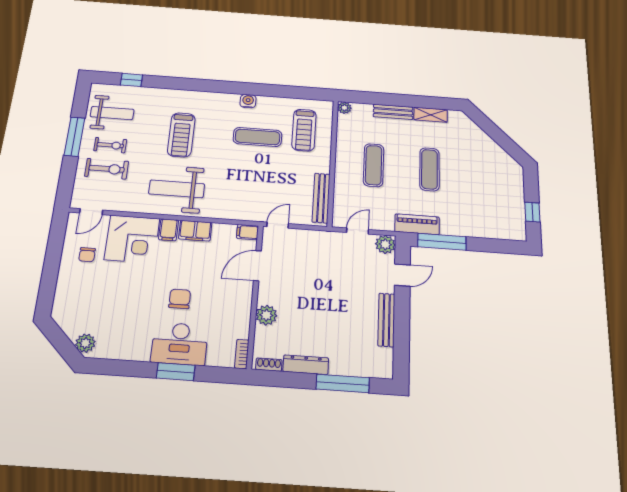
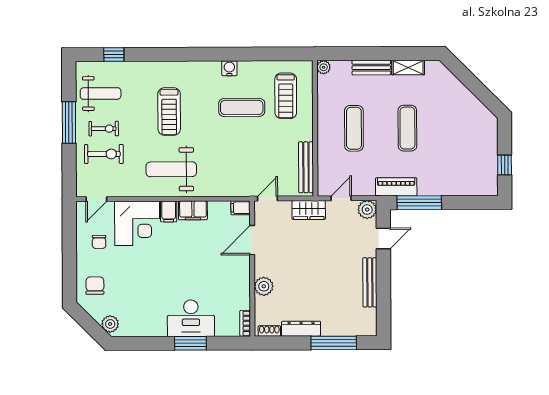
wardrobe: (322, 240) -> (309, 210), added
chair: (180, 299) -> (95, 286), moved

